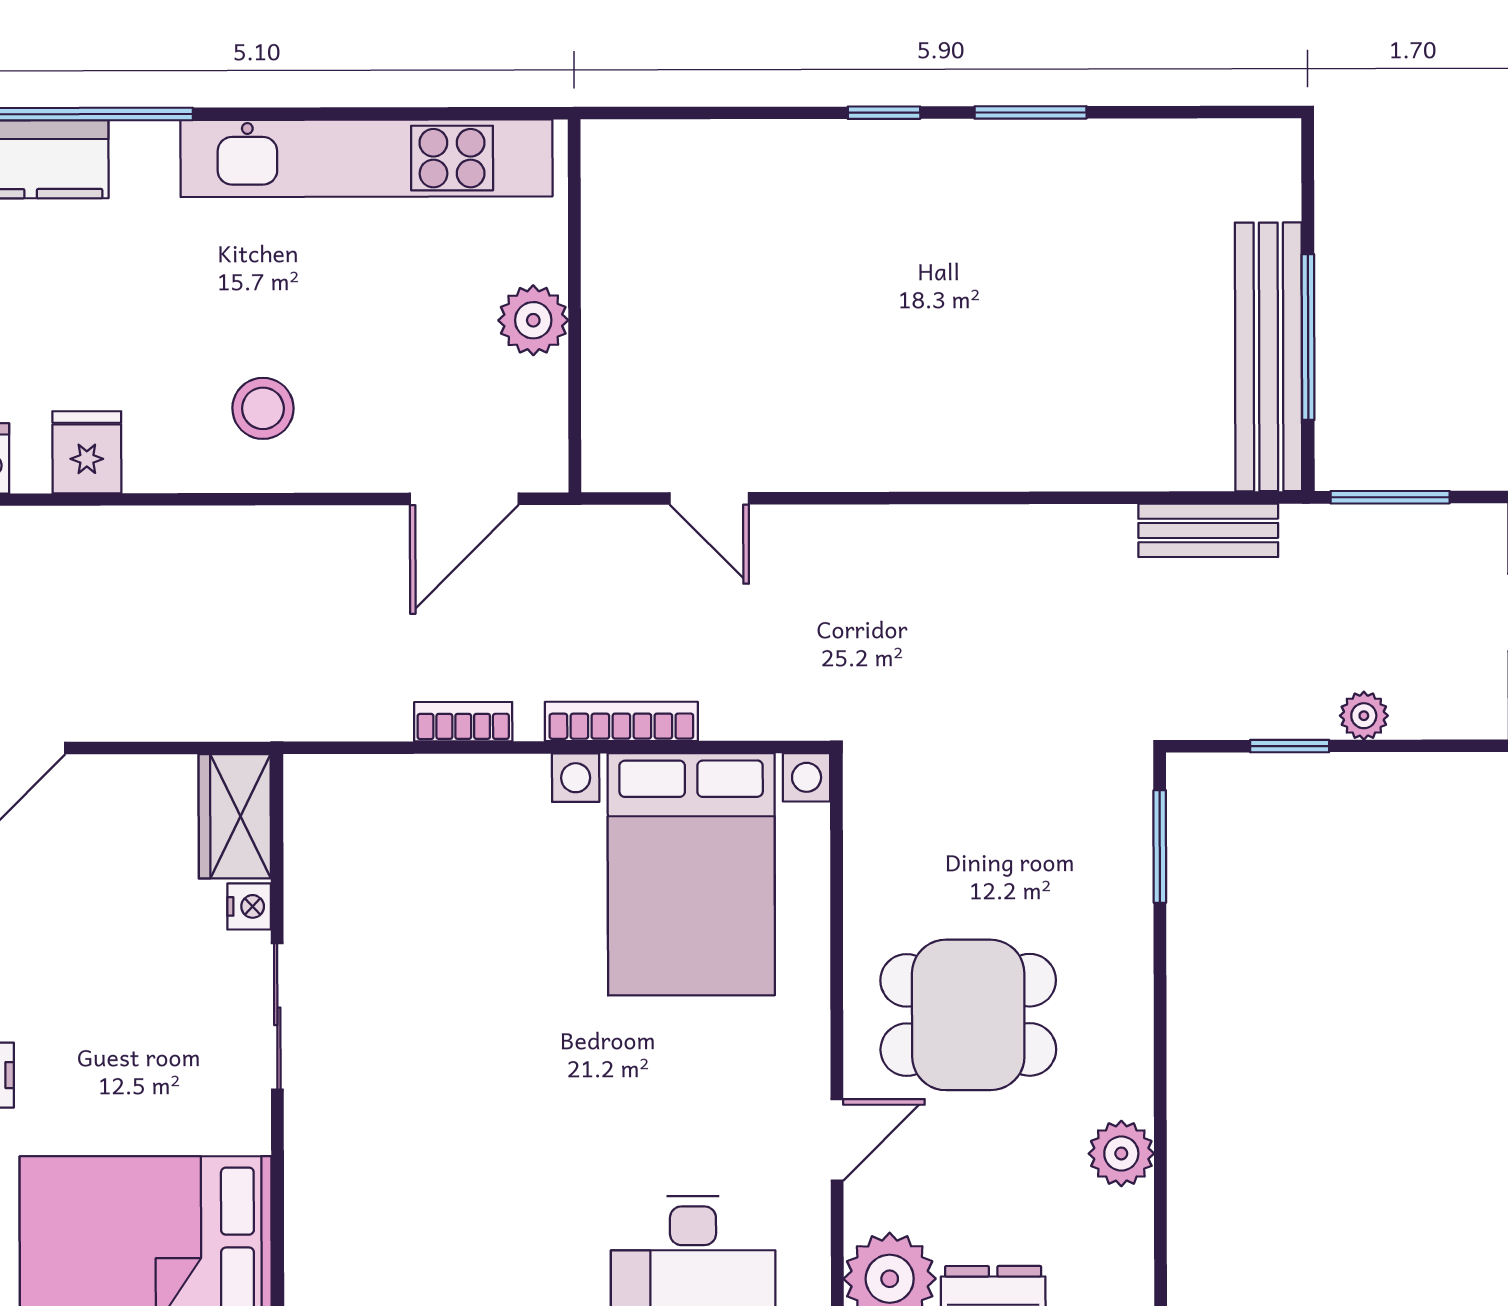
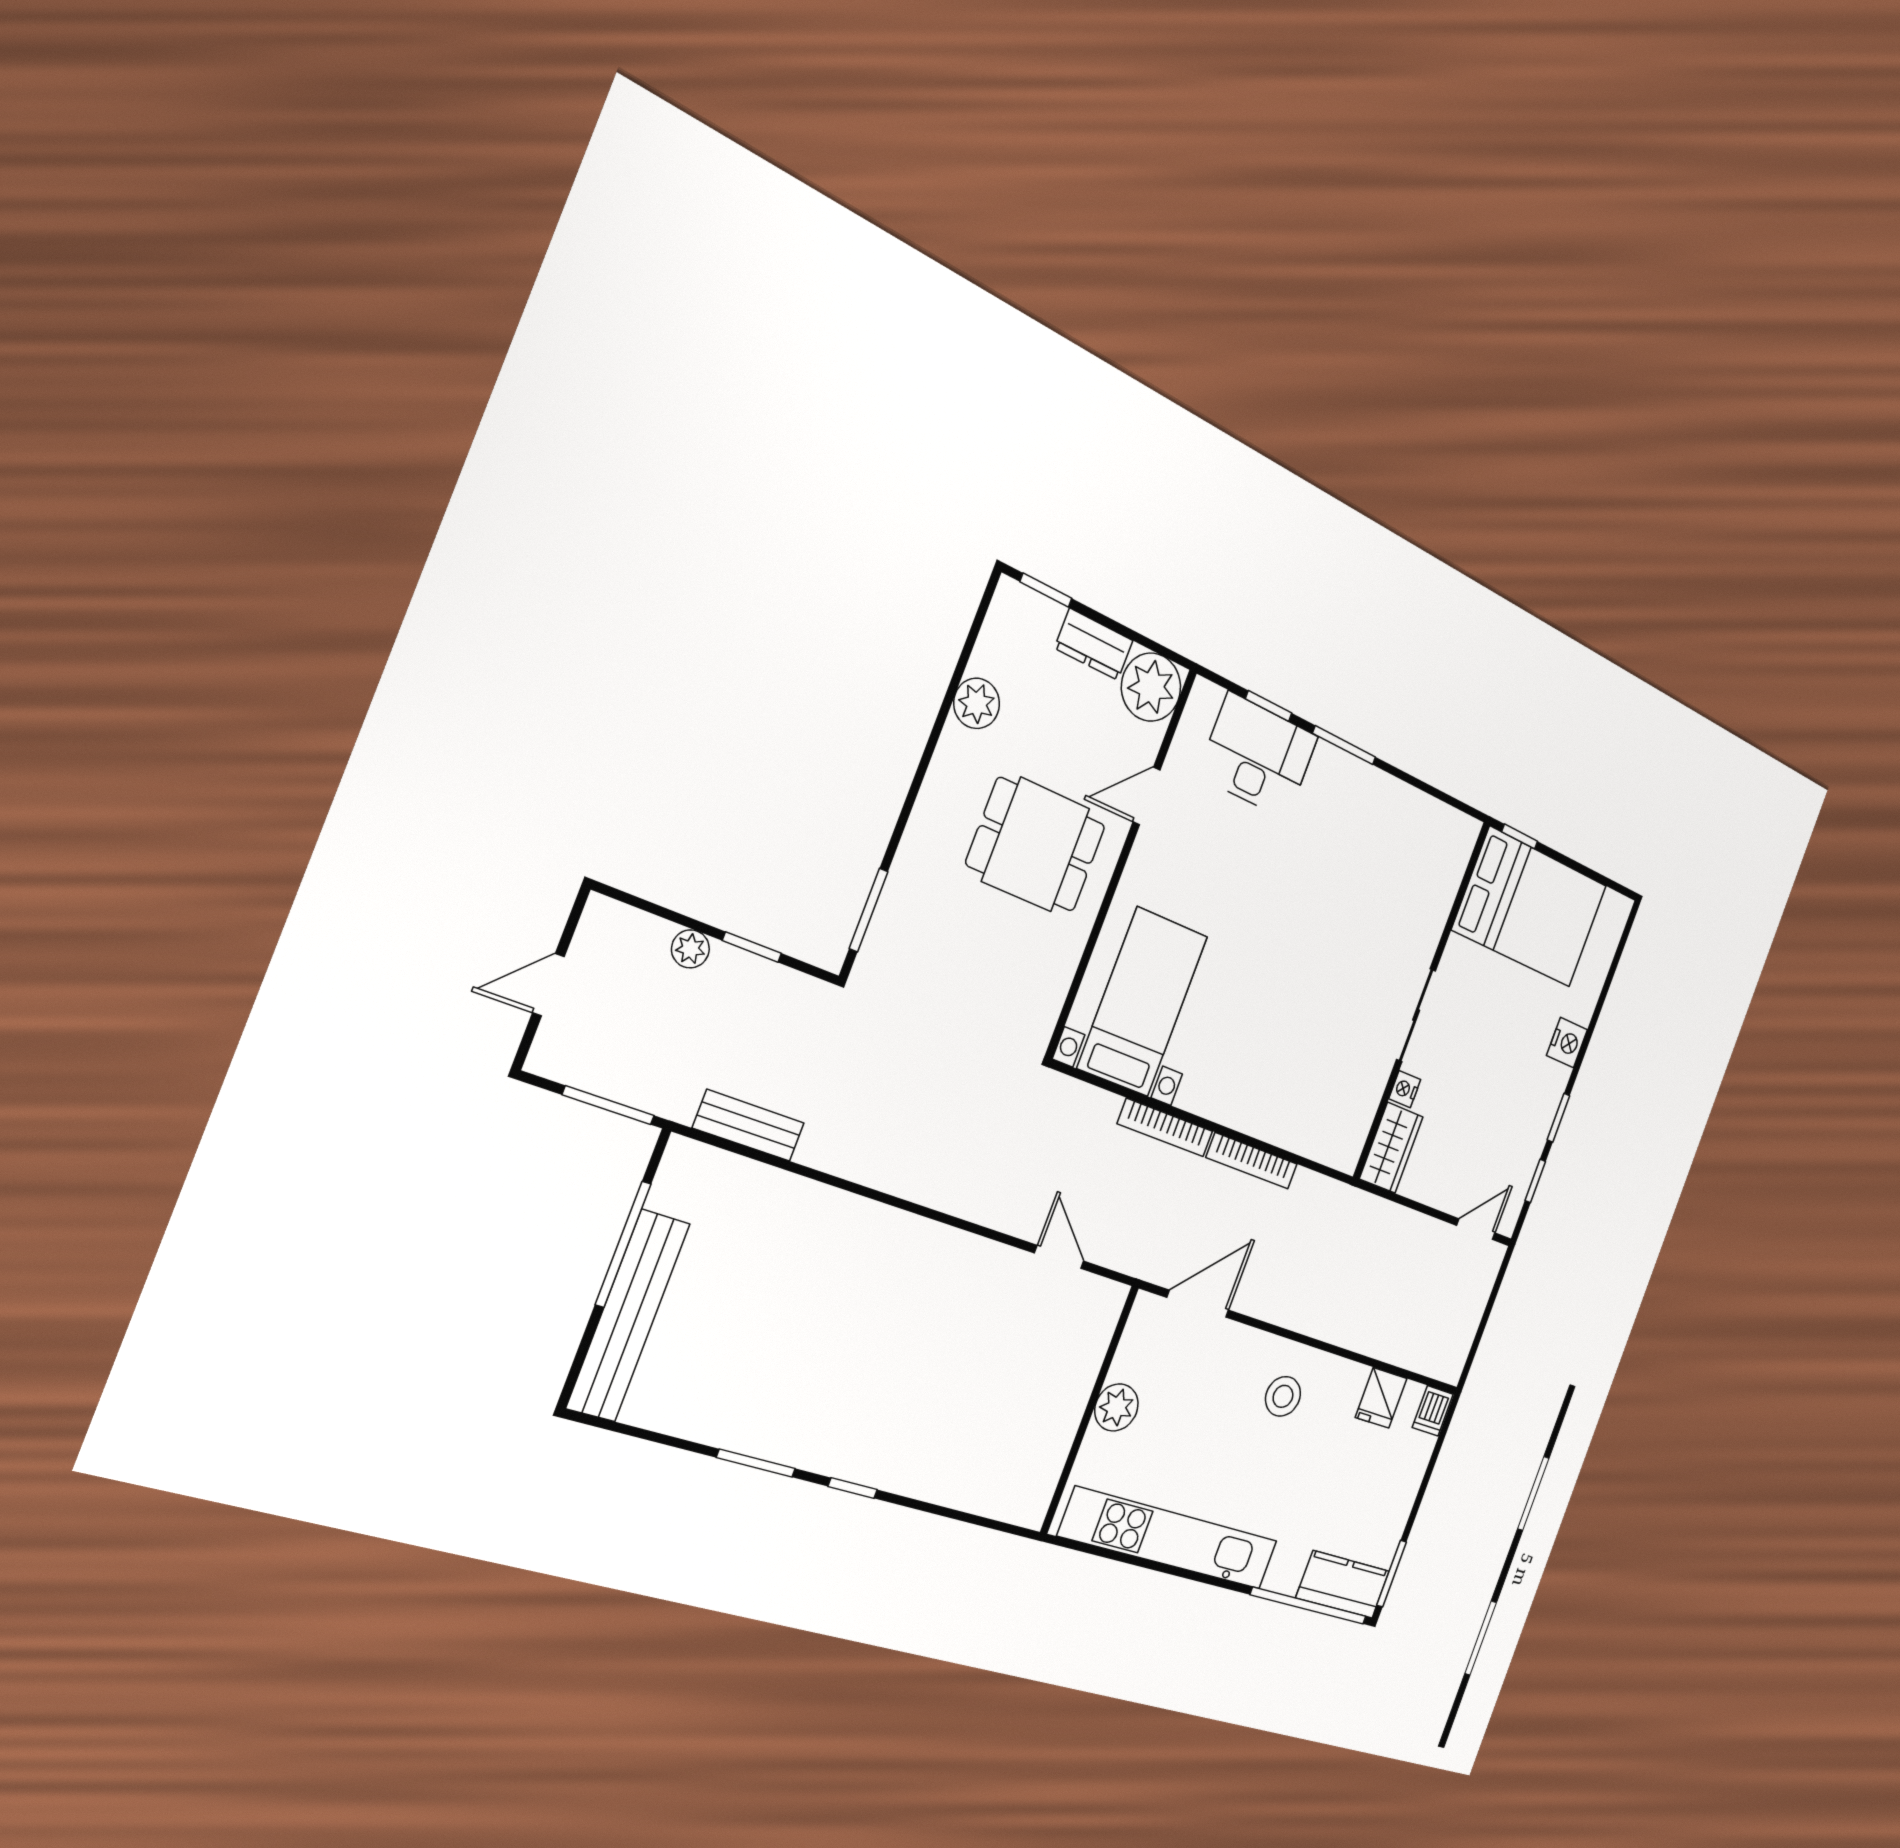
bench: (1269, 357) -> (628, 1316), moved
bookcase: (463, 722) -> (1252, 1161), width x1.56
bed with nightstands: (691, 874) -> (1142, 1002), width x0.73

